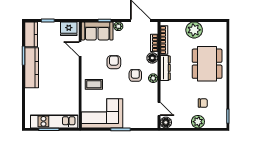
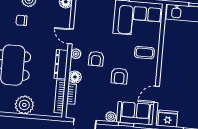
door: (80, 49) -> (157, 95), swing flipped
door: (159, 109) -> (71, 36), moved

